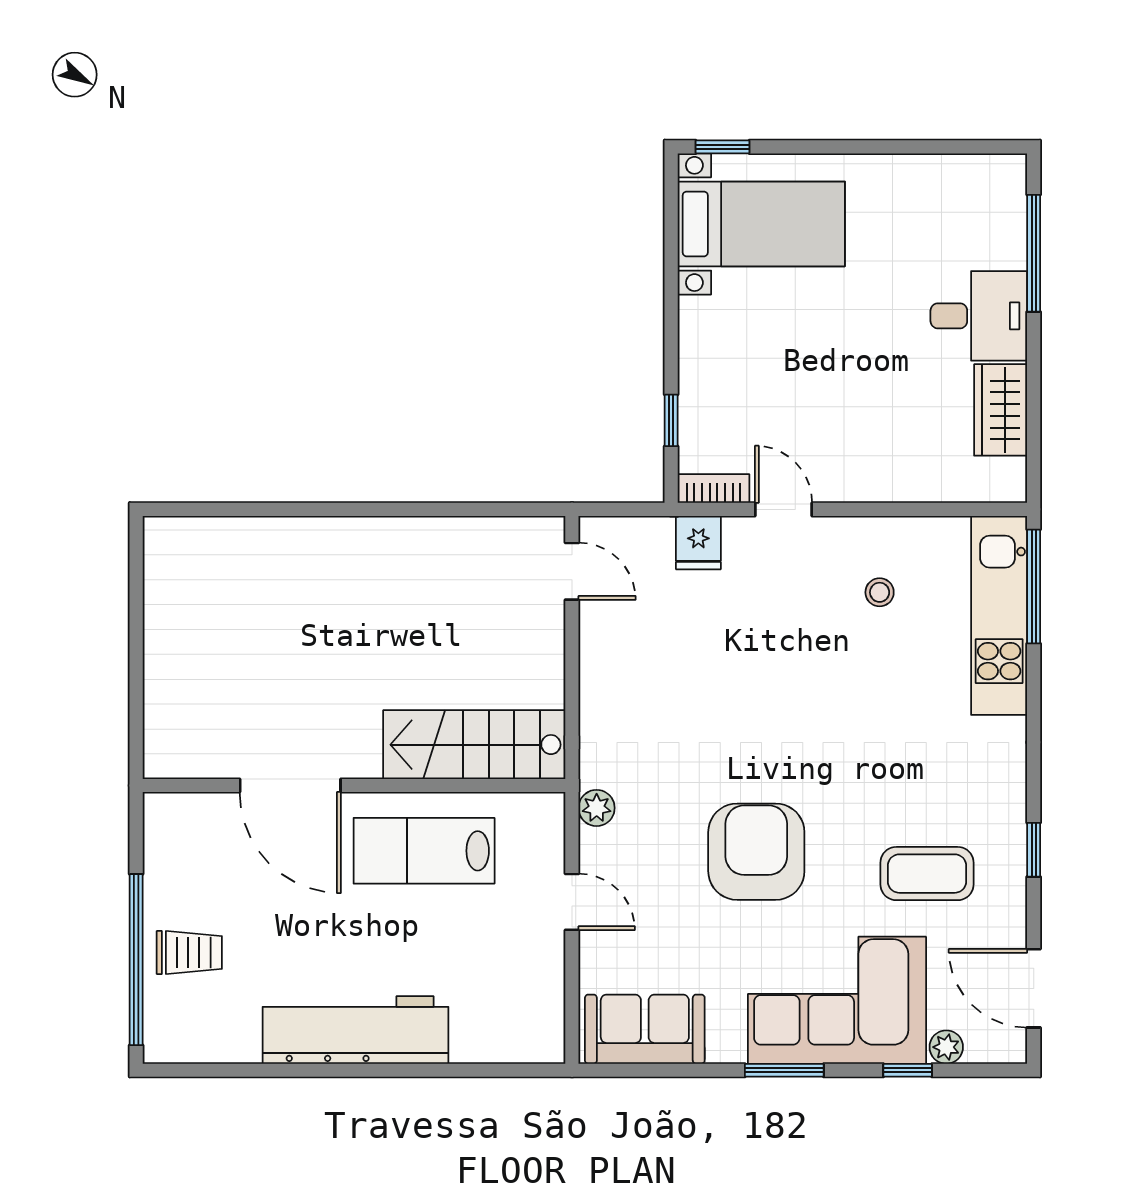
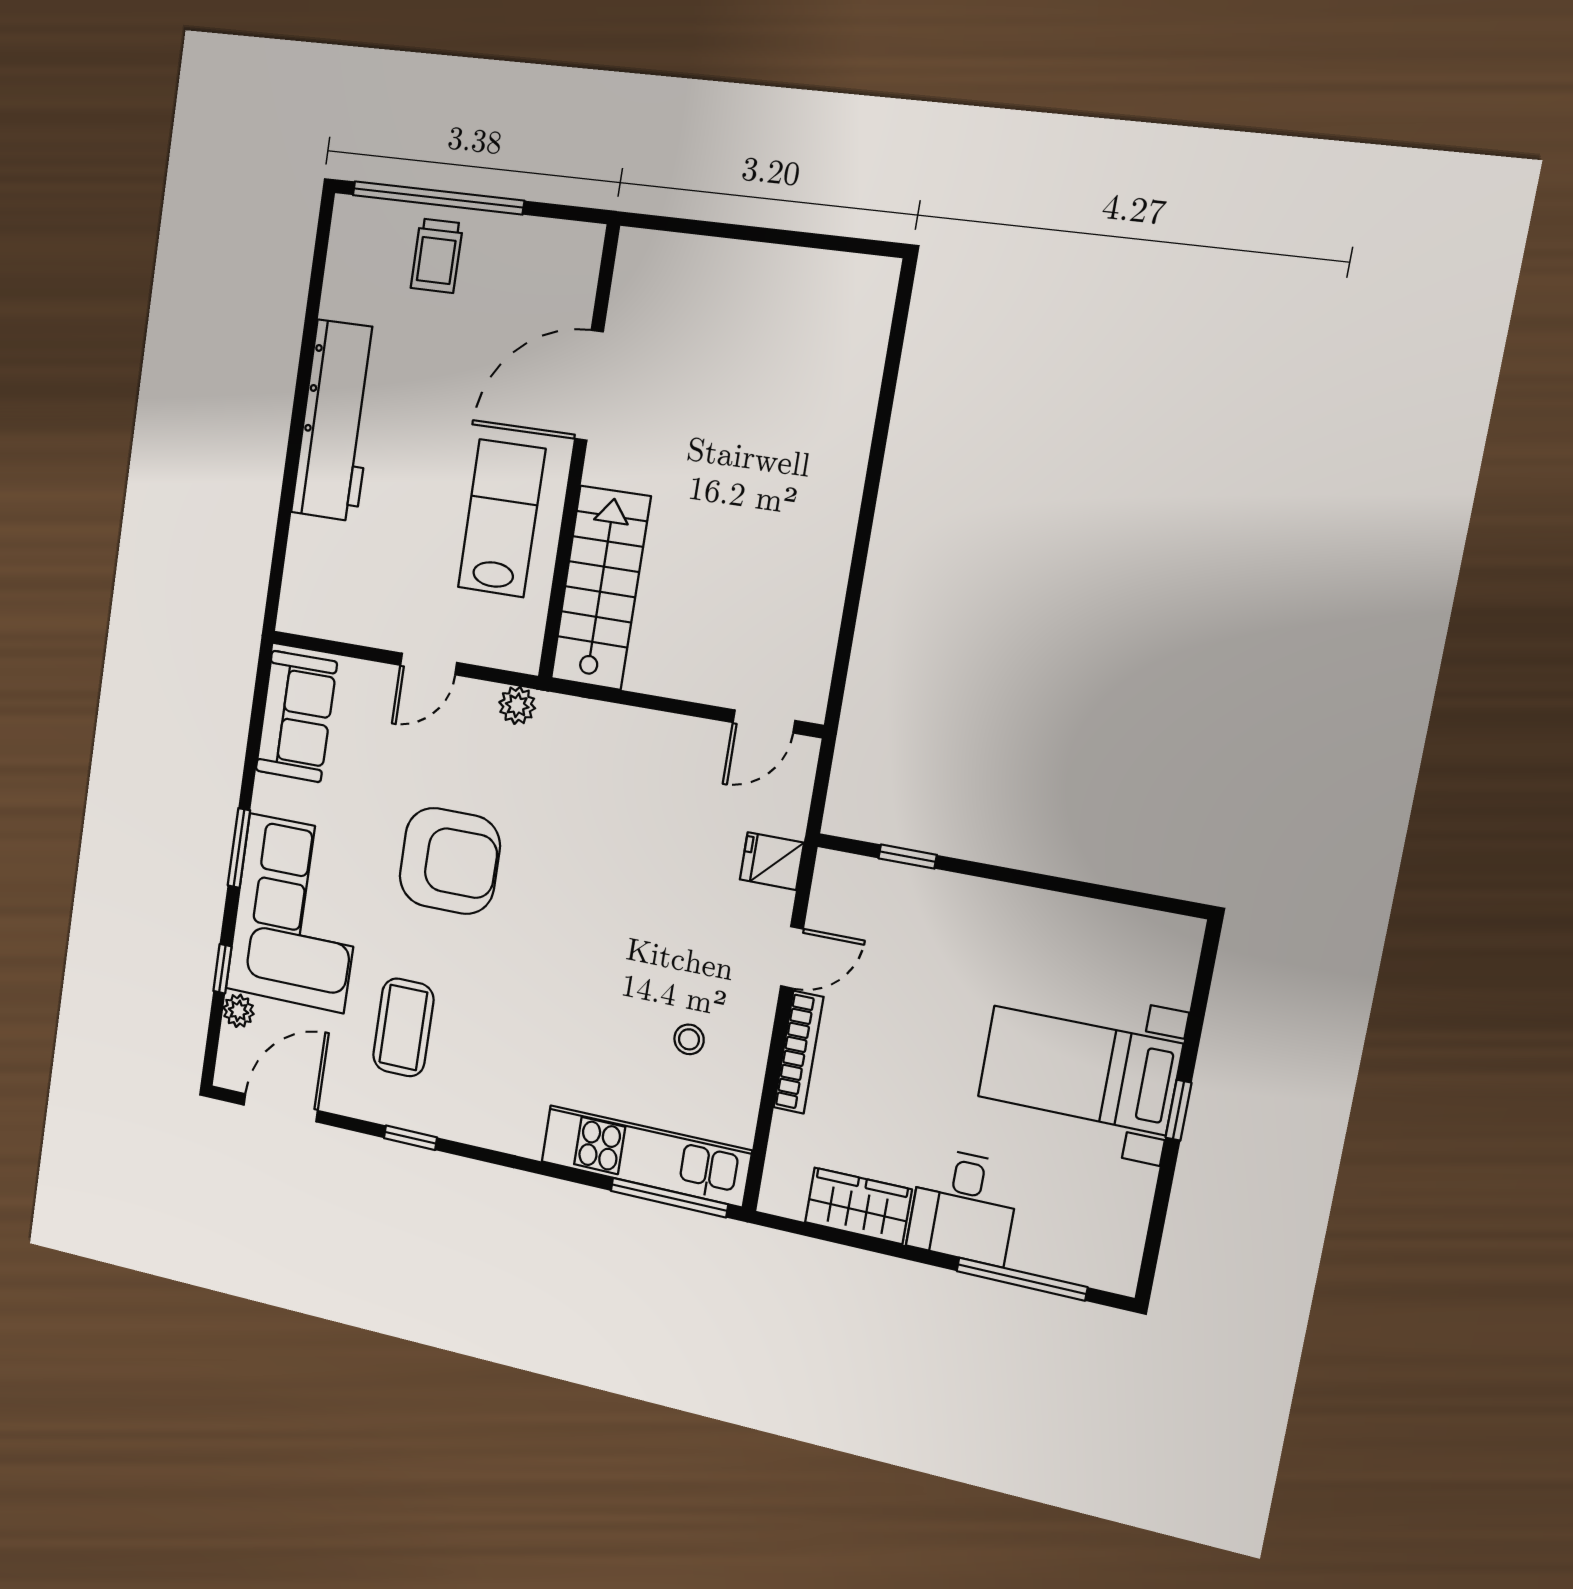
window: (722, 147) -> (1178, 1110), moved
bed with nightstands: (761, 224) -> (1079, 1070), moved, turned 90
bookcase: (714, 488) -> (799, 1052), moved, width x1.56

